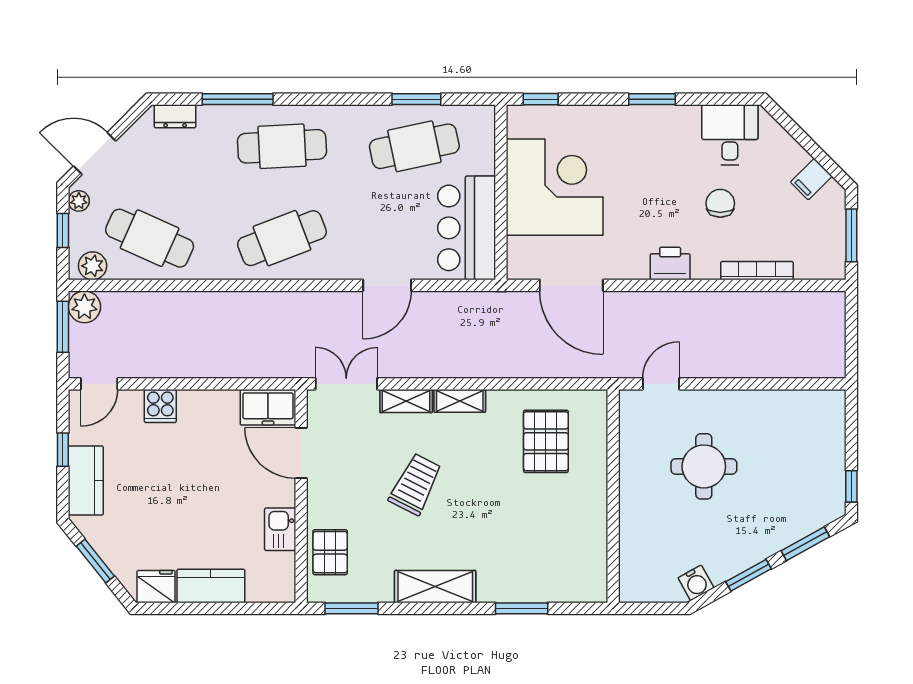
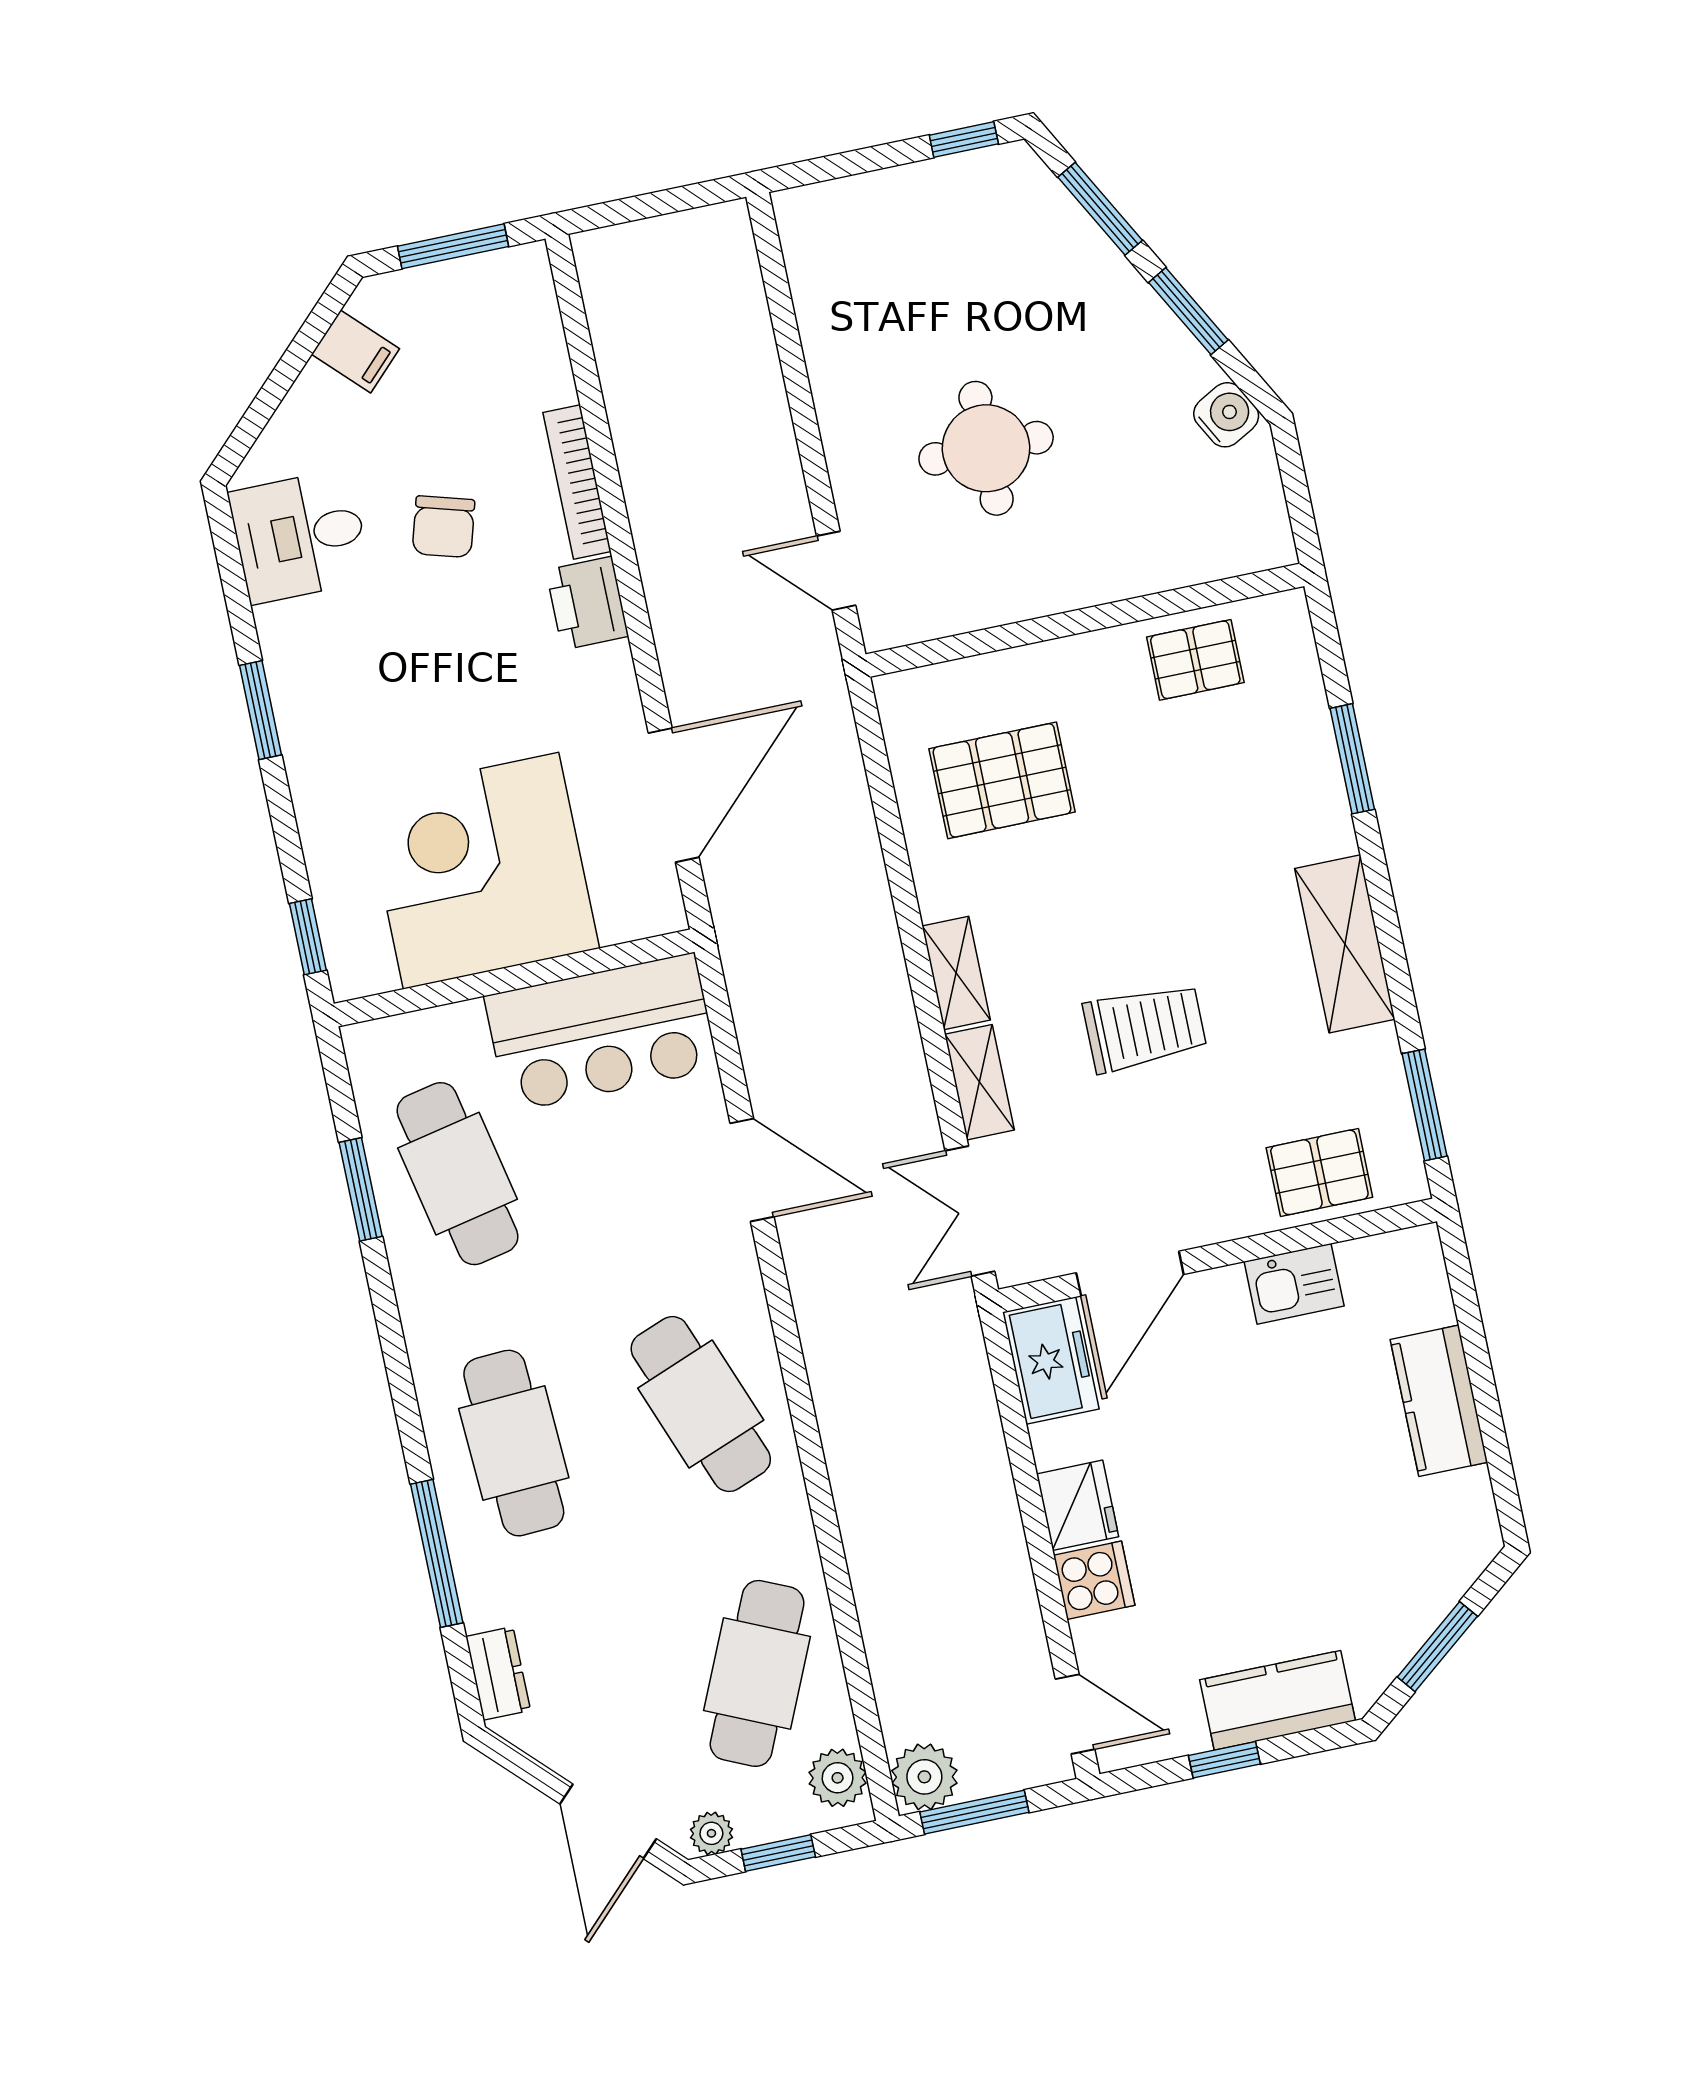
chair: (720, 203) -> (444, 527), turned -74
bookcase: (757, 271) -> (577, 482), moved
trolley: (415, 484) -> (1145, 1028), turned 153
pallet: (584, 544) -> (1195, 660), added
fridge: (156, 587) -> (1078, 1505), moved, turned 180

